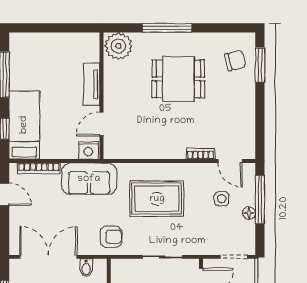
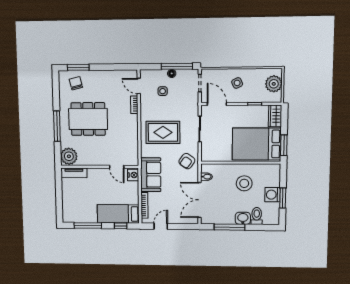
dining table: (178, 79) -> (88, 119), width x1.38
tv unit: (92, 84) -> (74, 173), moved
door: (230, 161) -> (139, 86), swing flipped
rug: (157, 199) -> (163, 132), turned 90
window: (260, 200) -> (177, 66), moved
armchair: (111, 237) -> (187, 161), turned -145

